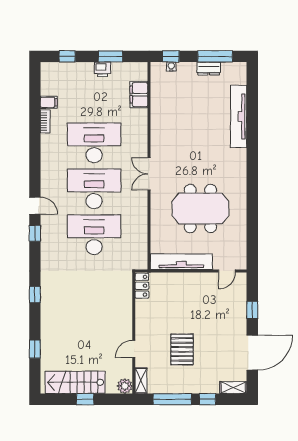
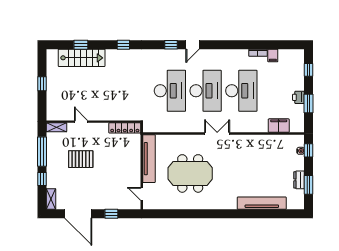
window: (215, 56) -> (308, 185), width x0.69
meeting table: (200, 209) -> (190, 173), turned 90
locker: (142, 286) -> (125, 128), width x1.53
stairs: (75, 382) -> (82, 58), moved, turned 90
plant: (125, 386) -> (52, 115), removed

